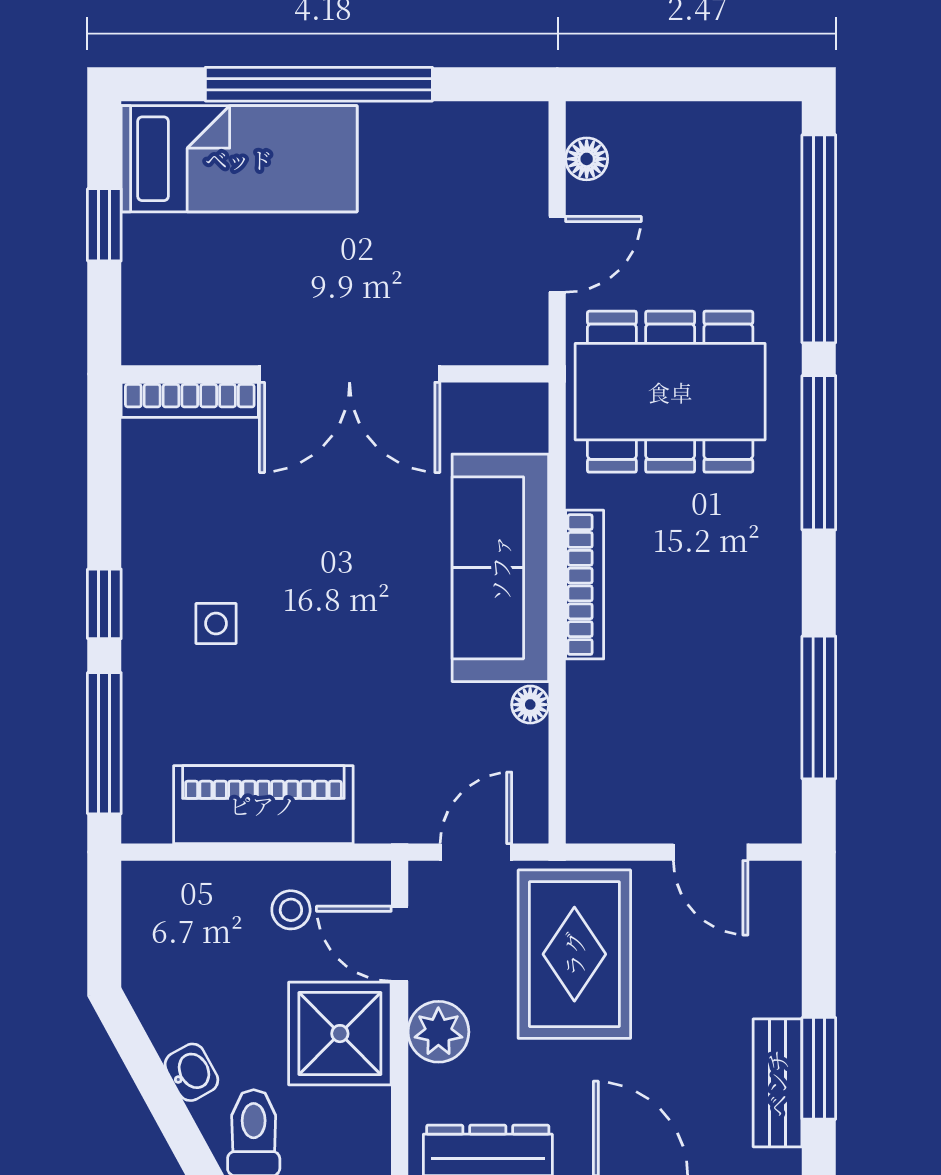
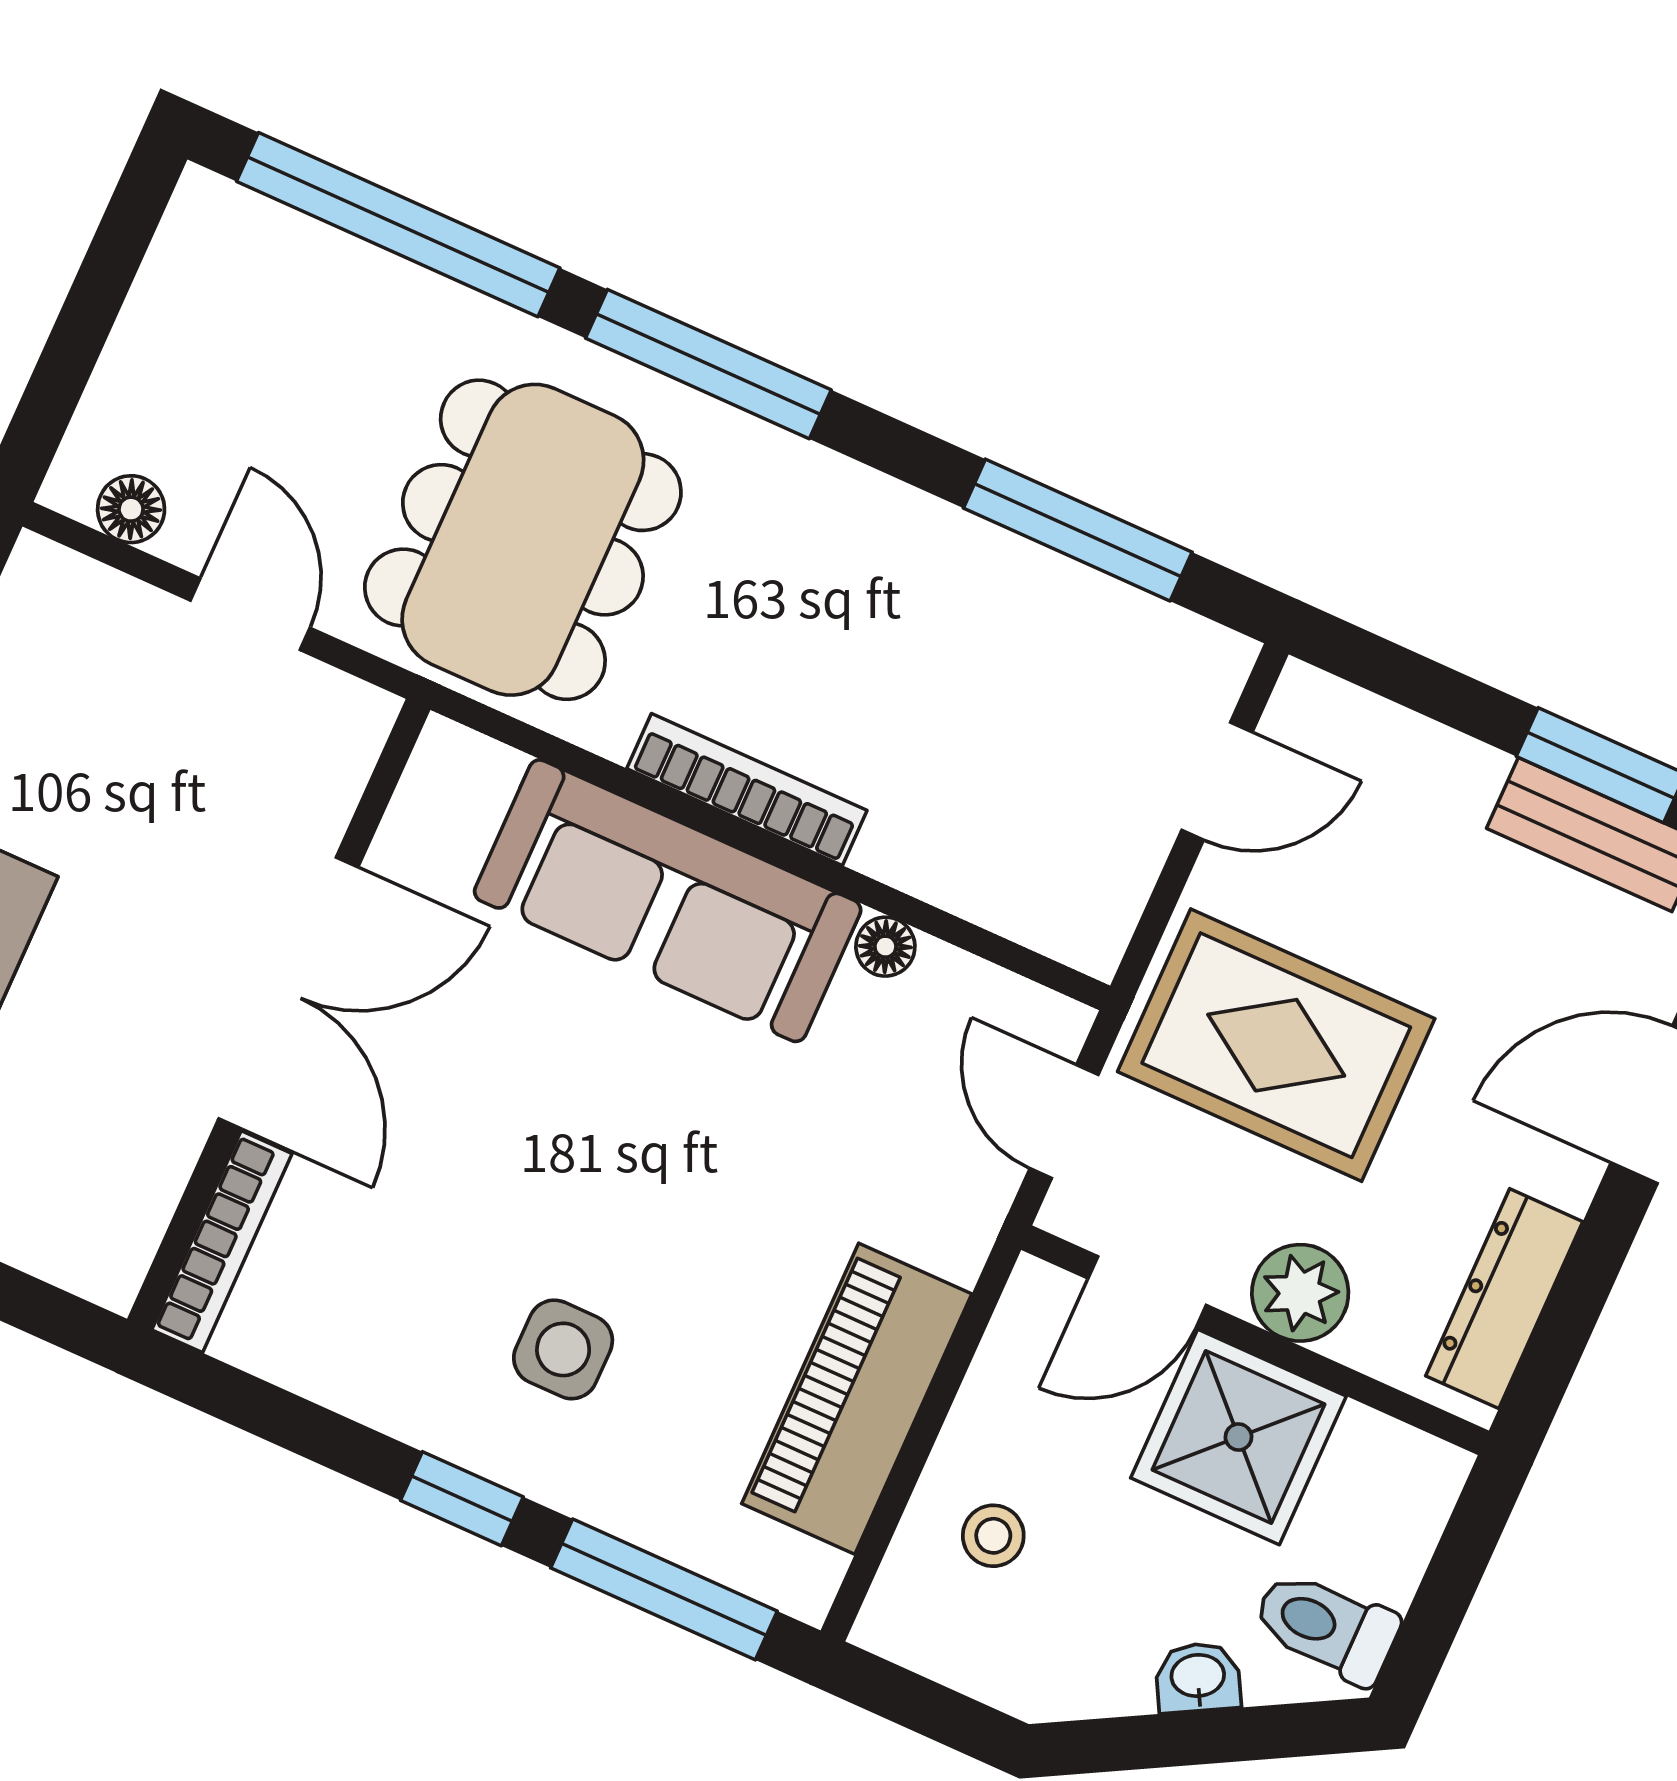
side table: (216, 623) -> (563, 1349), width x1.37, depth x1.37
stool: (291, 910) -> (993, 1536), moved

